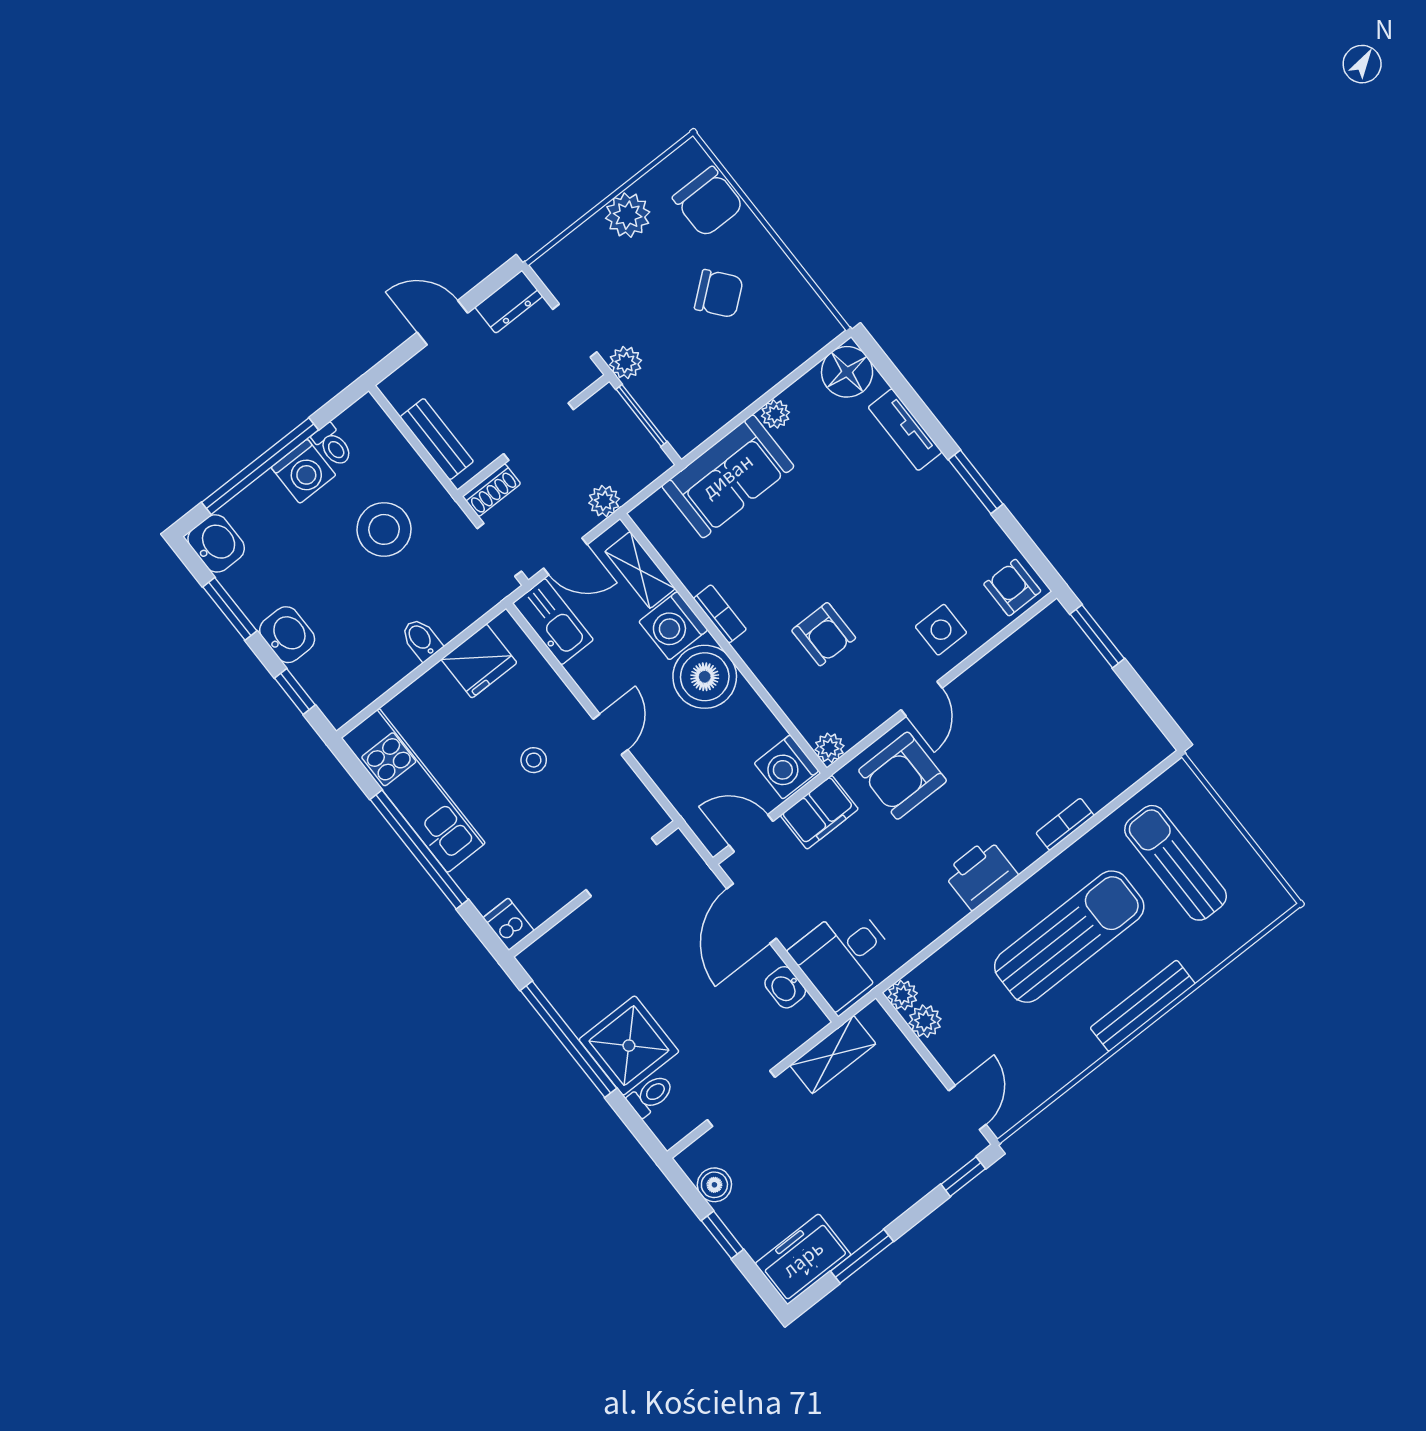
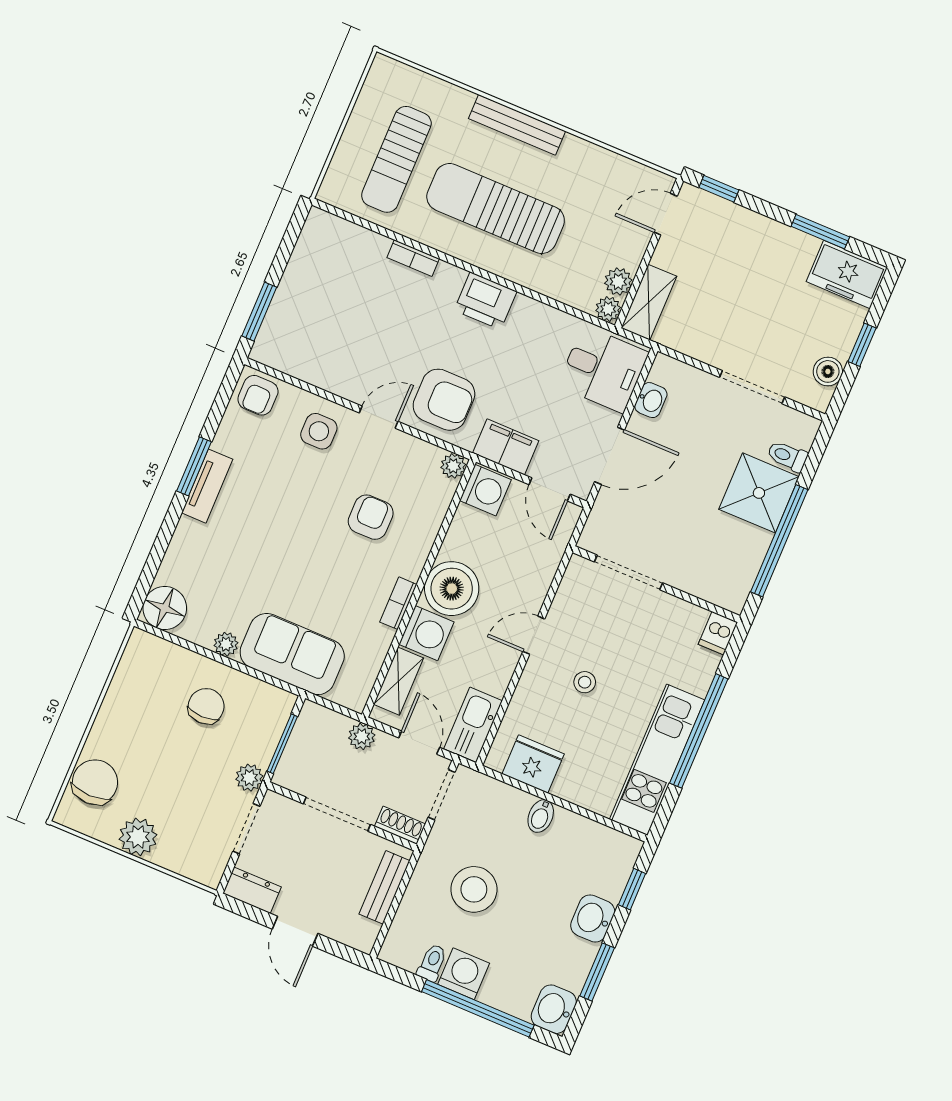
chair: (719, 294) -> (206, 706), moved, turned 39
tv unit: (905, 430) -> (207, 486), moved
shelving: (833, 1055) -> (649, 302), moved, turned 90

